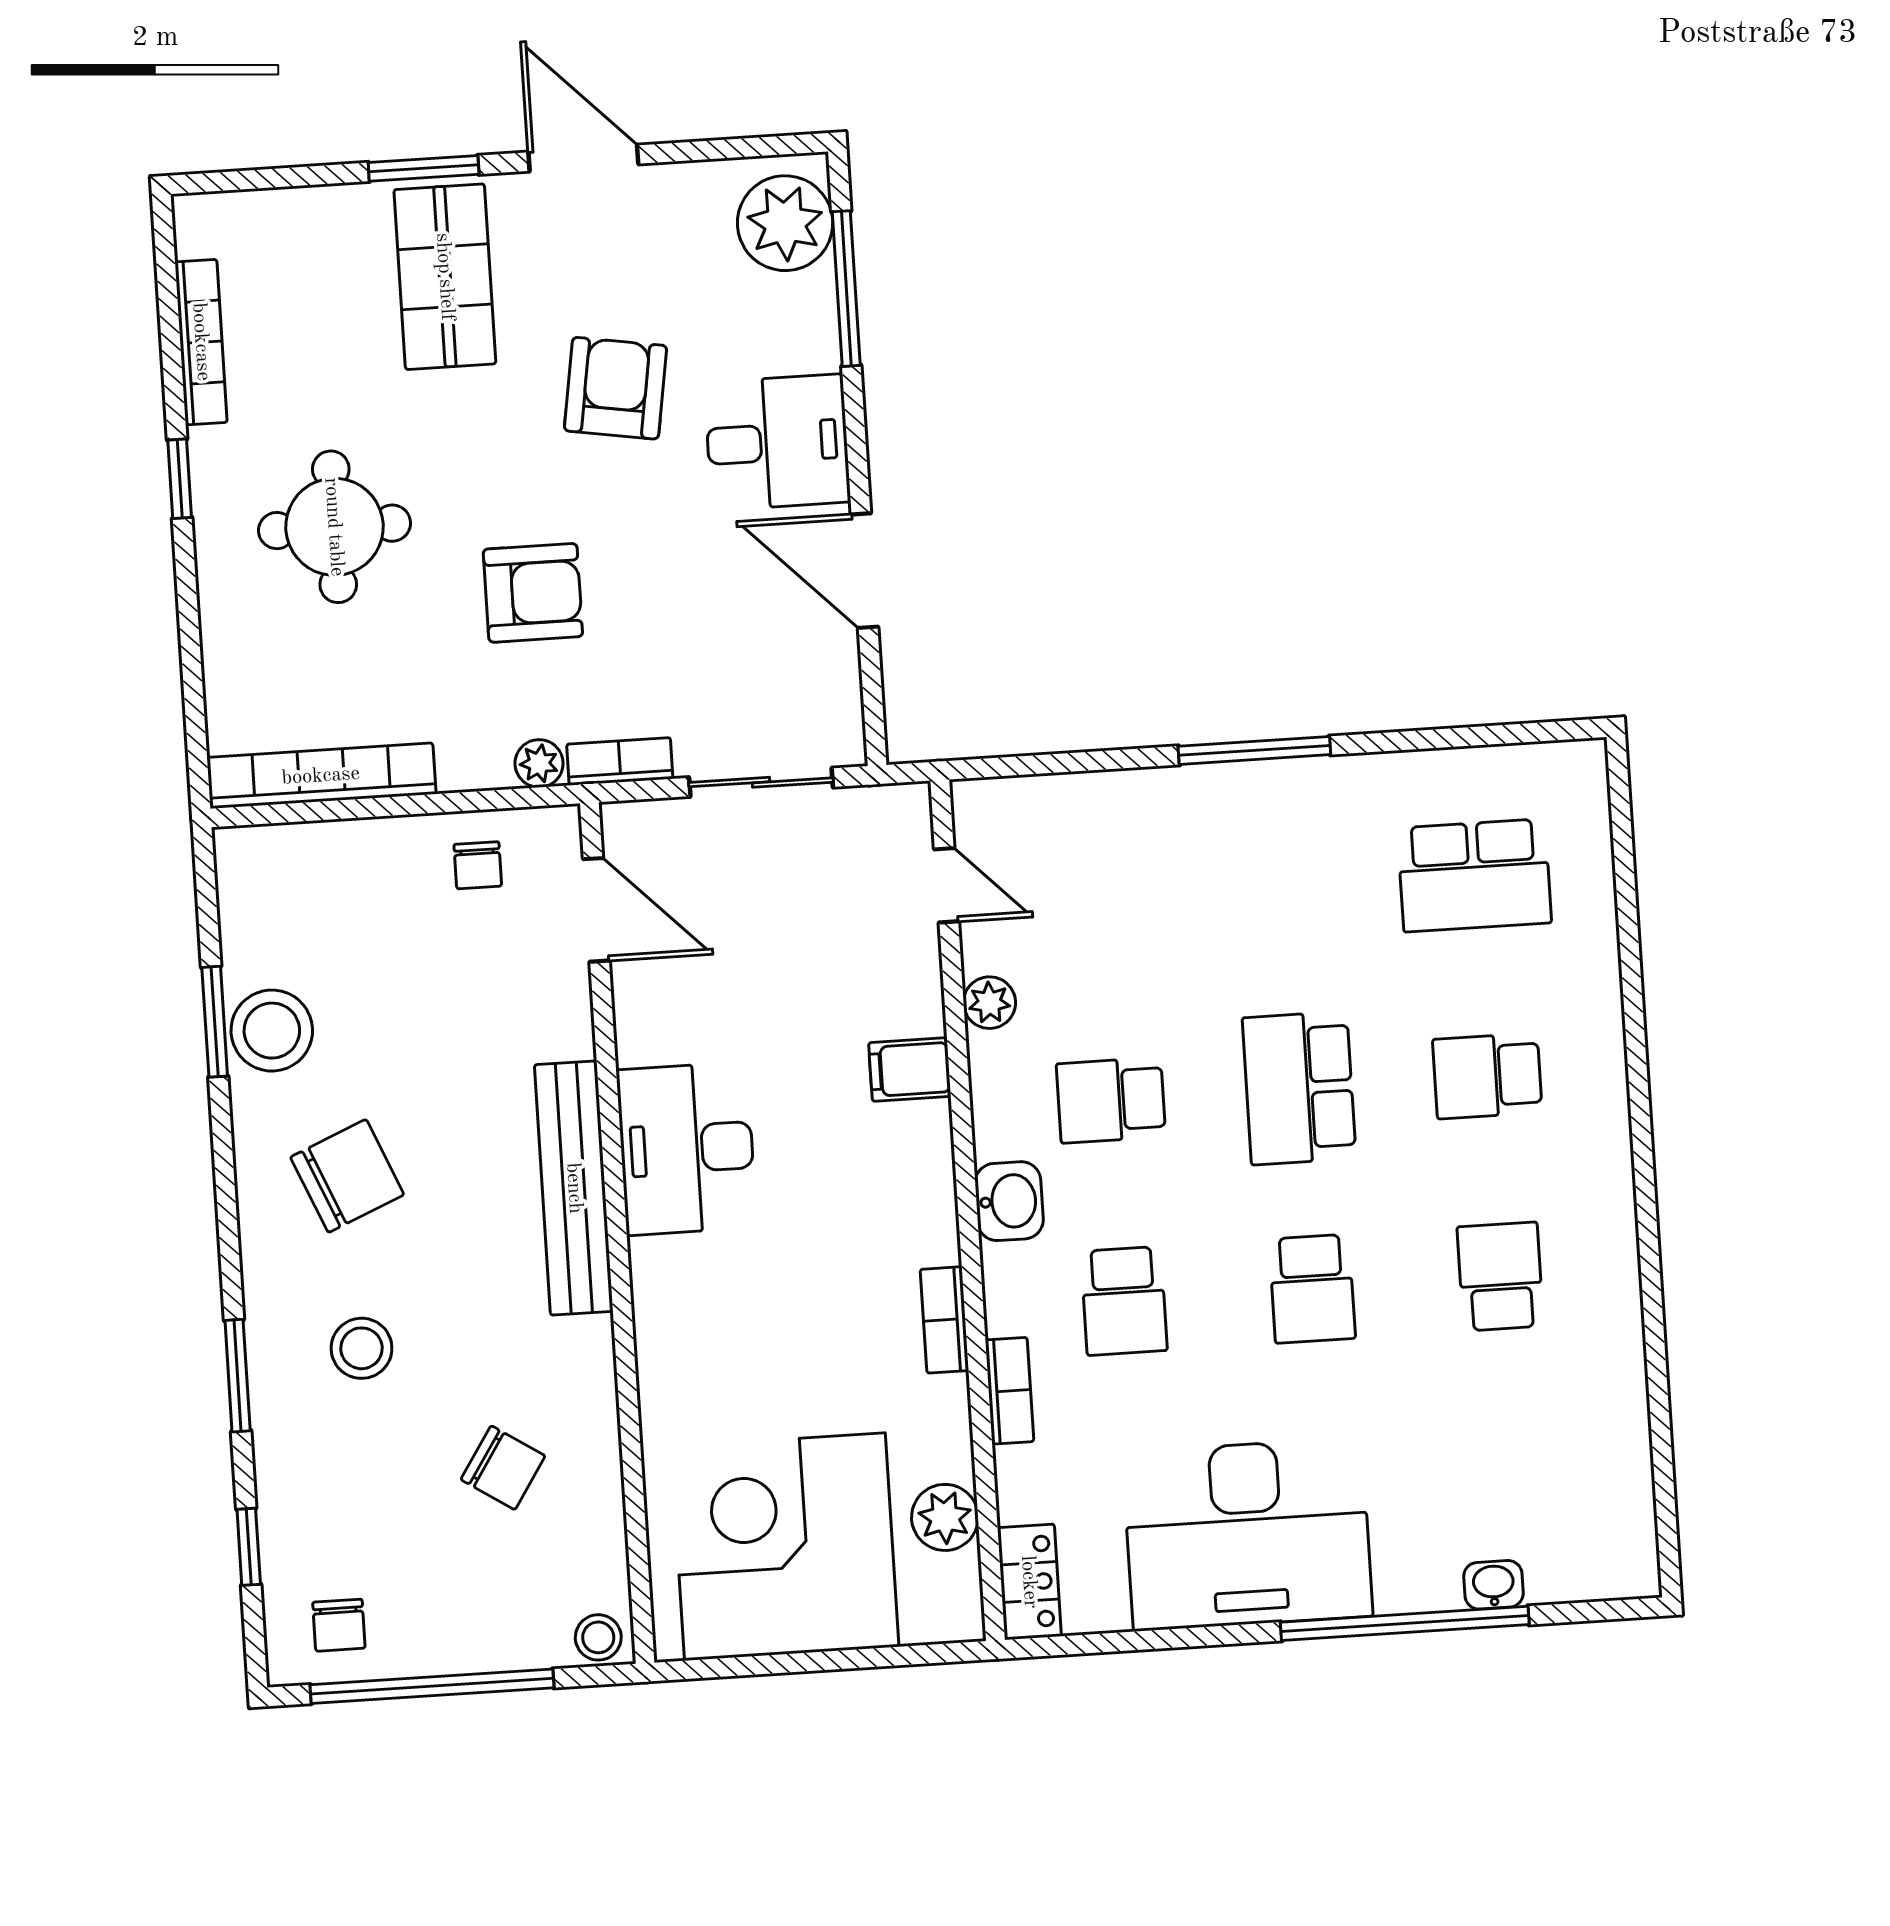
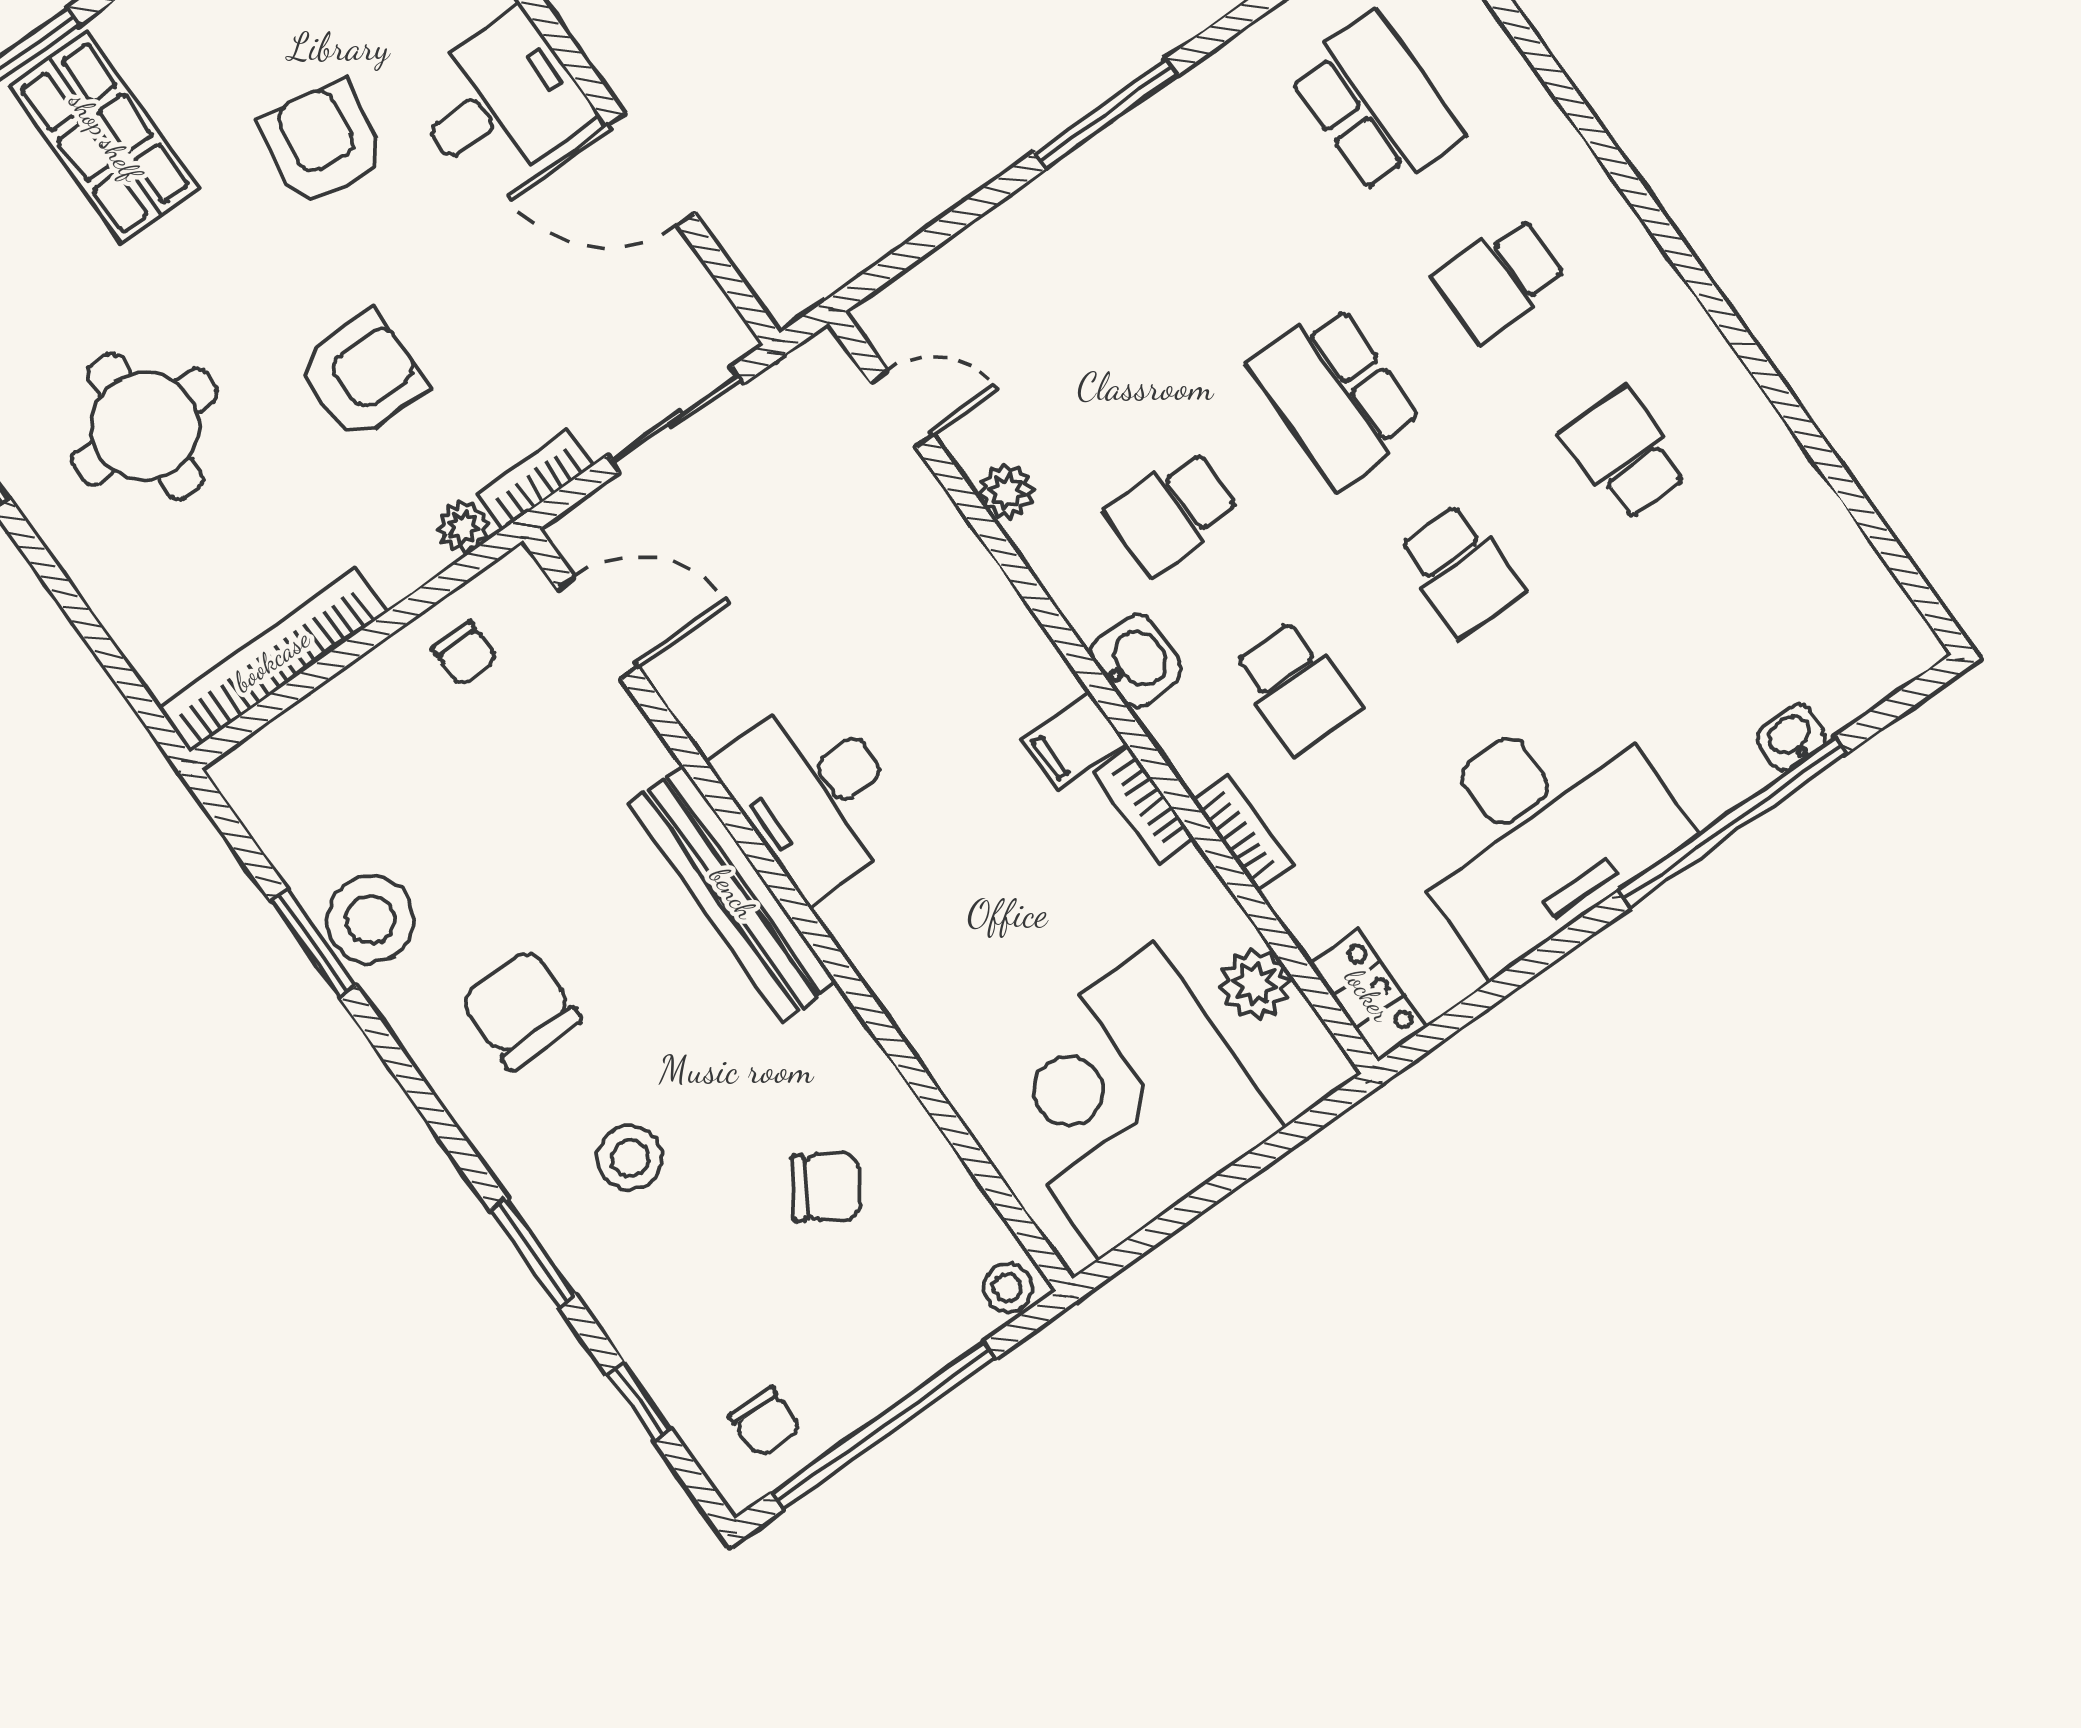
school desk: (1474, 875) -> (1376, 104), turned -90
filing cabinet: (910, 1070) -> (1074, 741), moved
chair: (347, 1176) -> (520, 1009), turned -67

